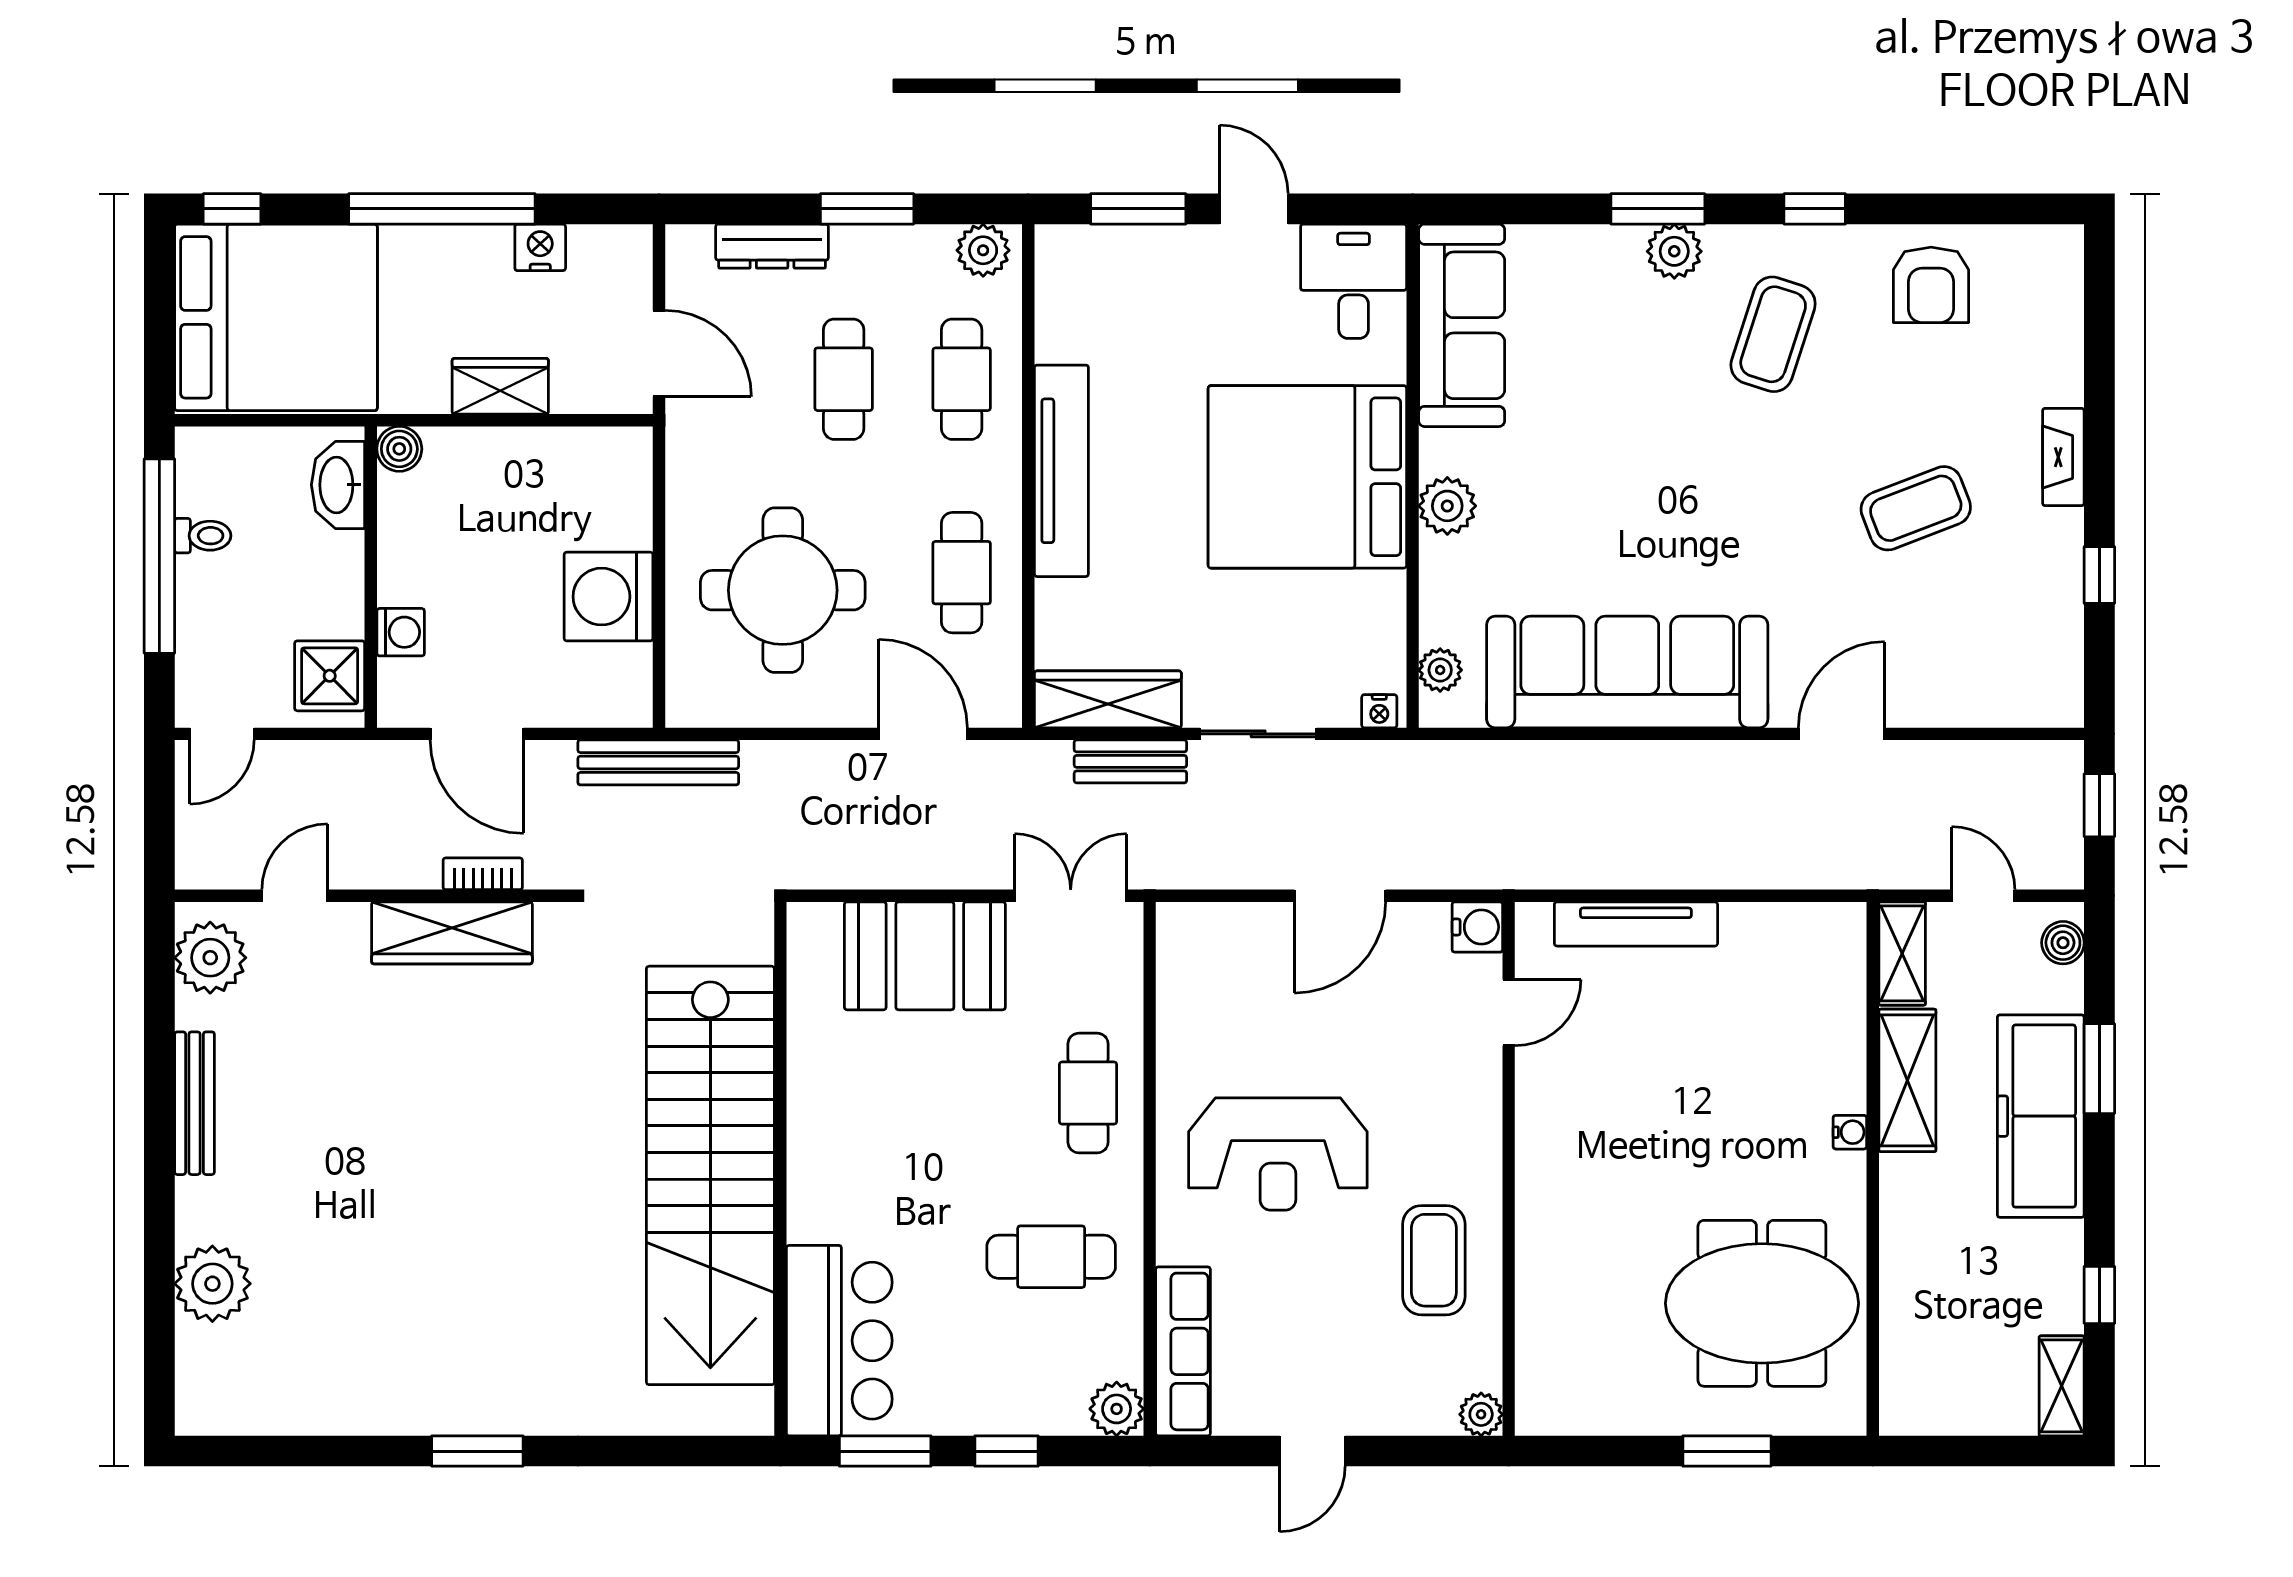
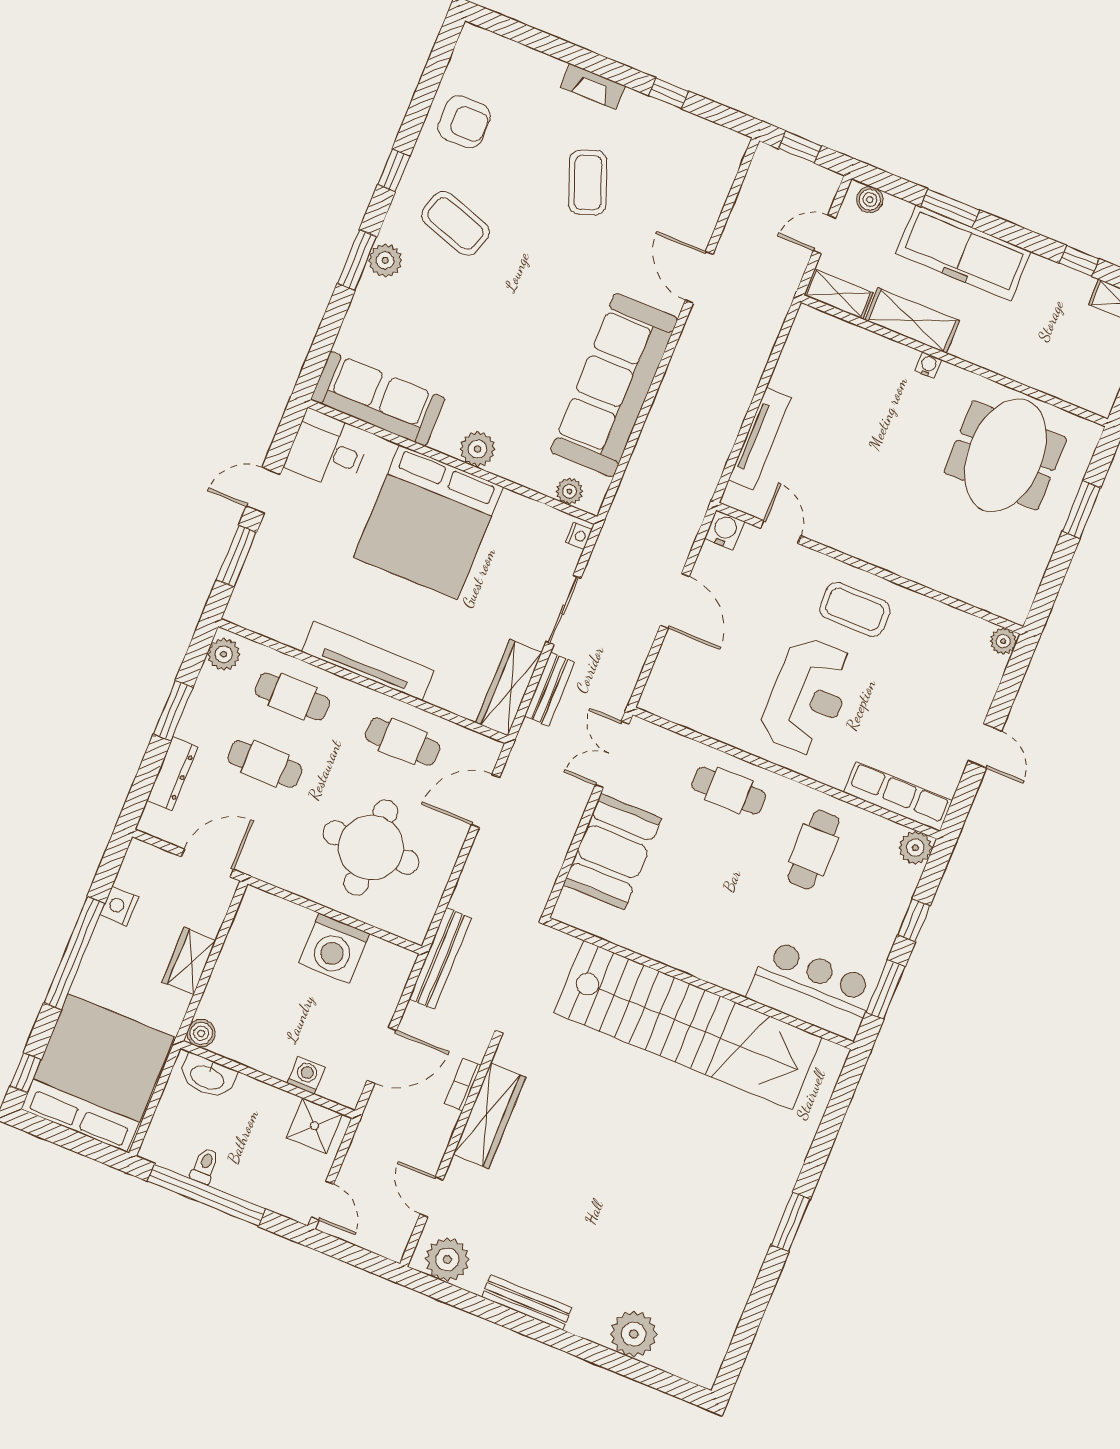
coffee table: (1434, 1260) -> (855, 609), moved

